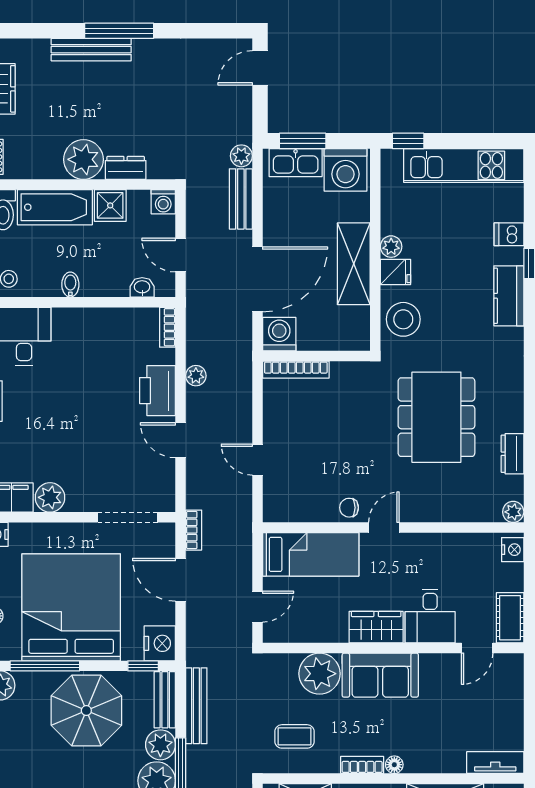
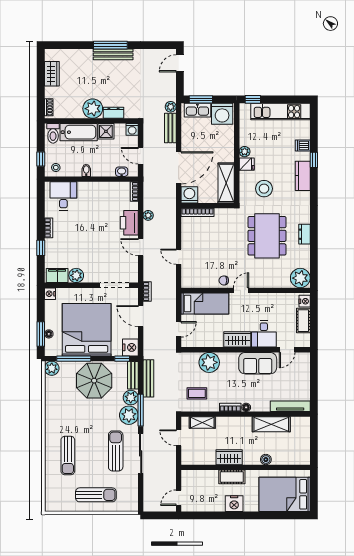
bench: (91, 50) -> (113, 54), moved
shelving: (354, 264) -> (226, 183), moved
stool: (403, 319) -> (264, 189), moved
dresser: (512, 454) -> (304, 234), moved
plant: (513, 512) -> (300, 278), width x1.87, depth x1.87
cot: (510, 618) -> (303, 321), moved
sofa: (380, 675) -> (258, 363), moved
tv unit: (495, 763) -> (290, 406), width x1.41

